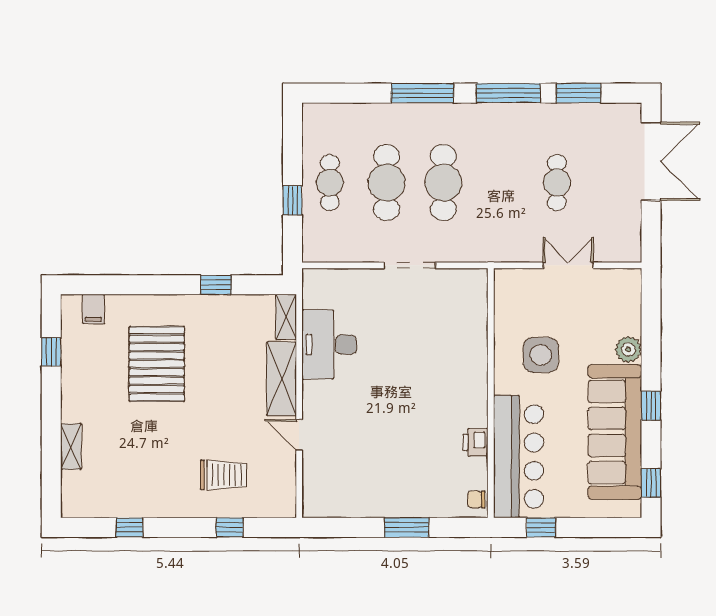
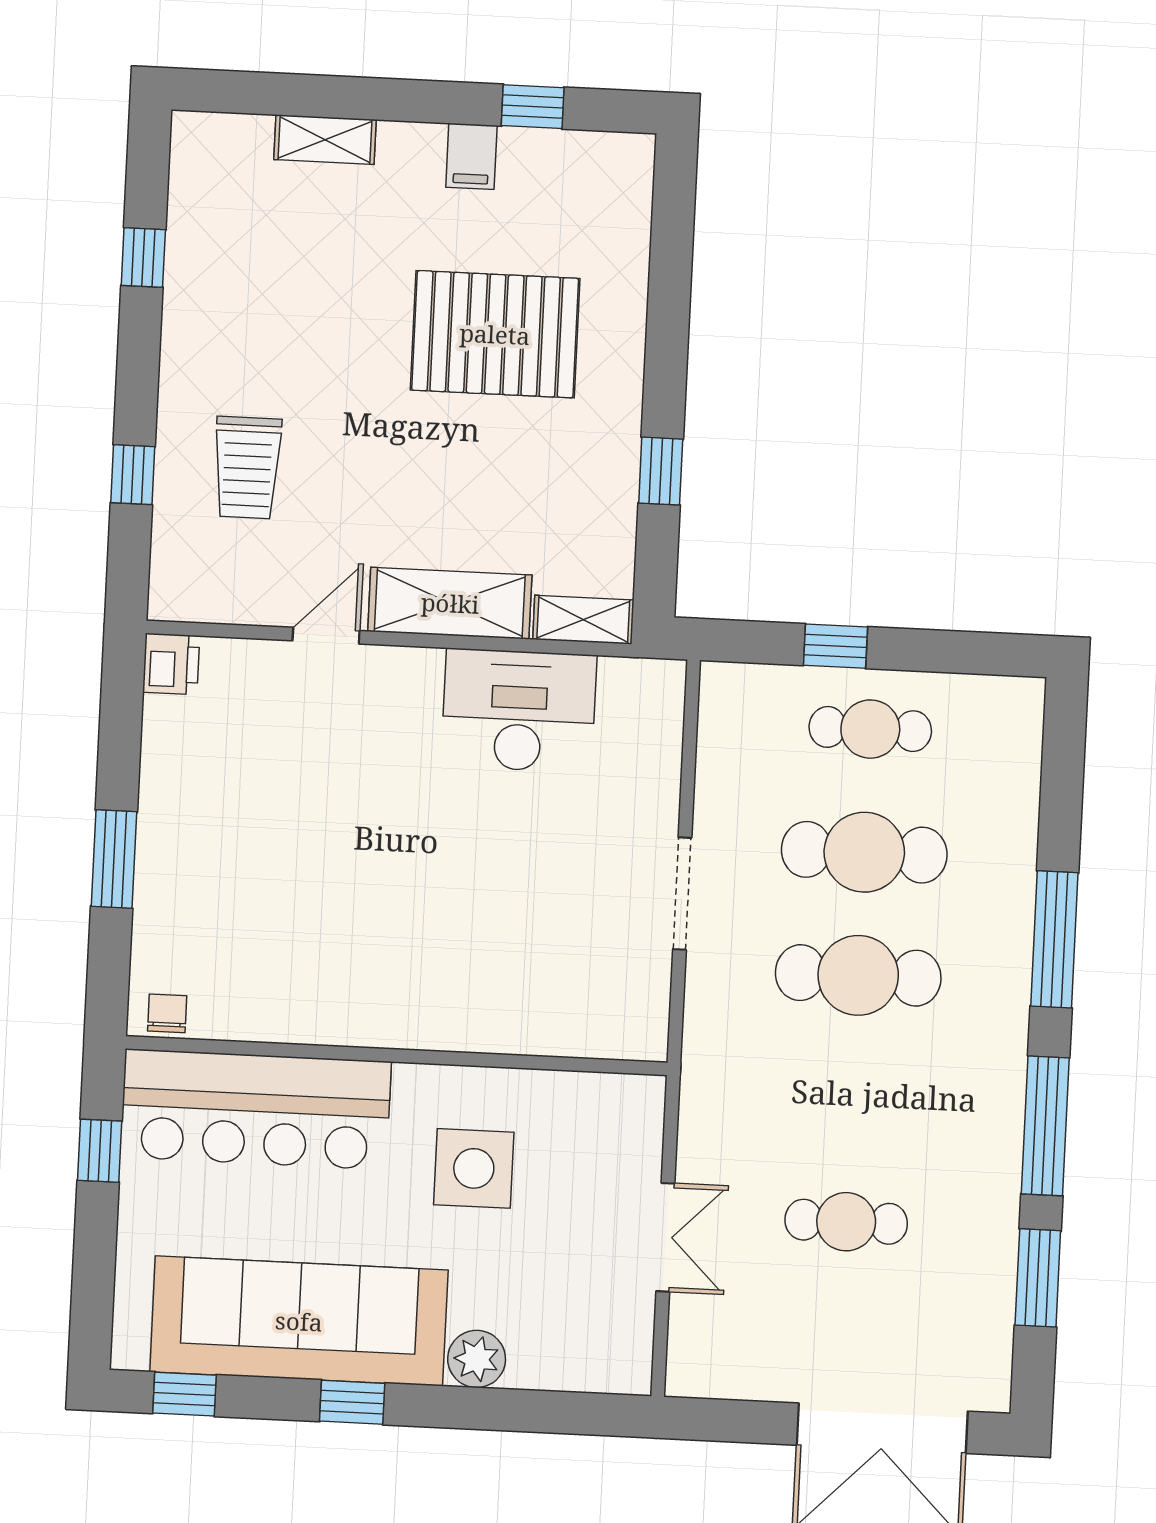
filing cabinet: (93, 309) -> (471, 156), moved, turned -90
printer: (475, 442) -> (171, 664), moved, turned 90

